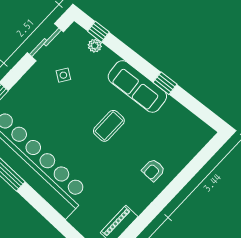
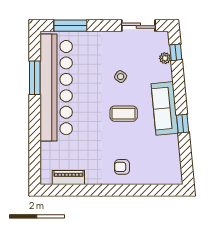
side table: (63, 75) -> (121, 77), moved

